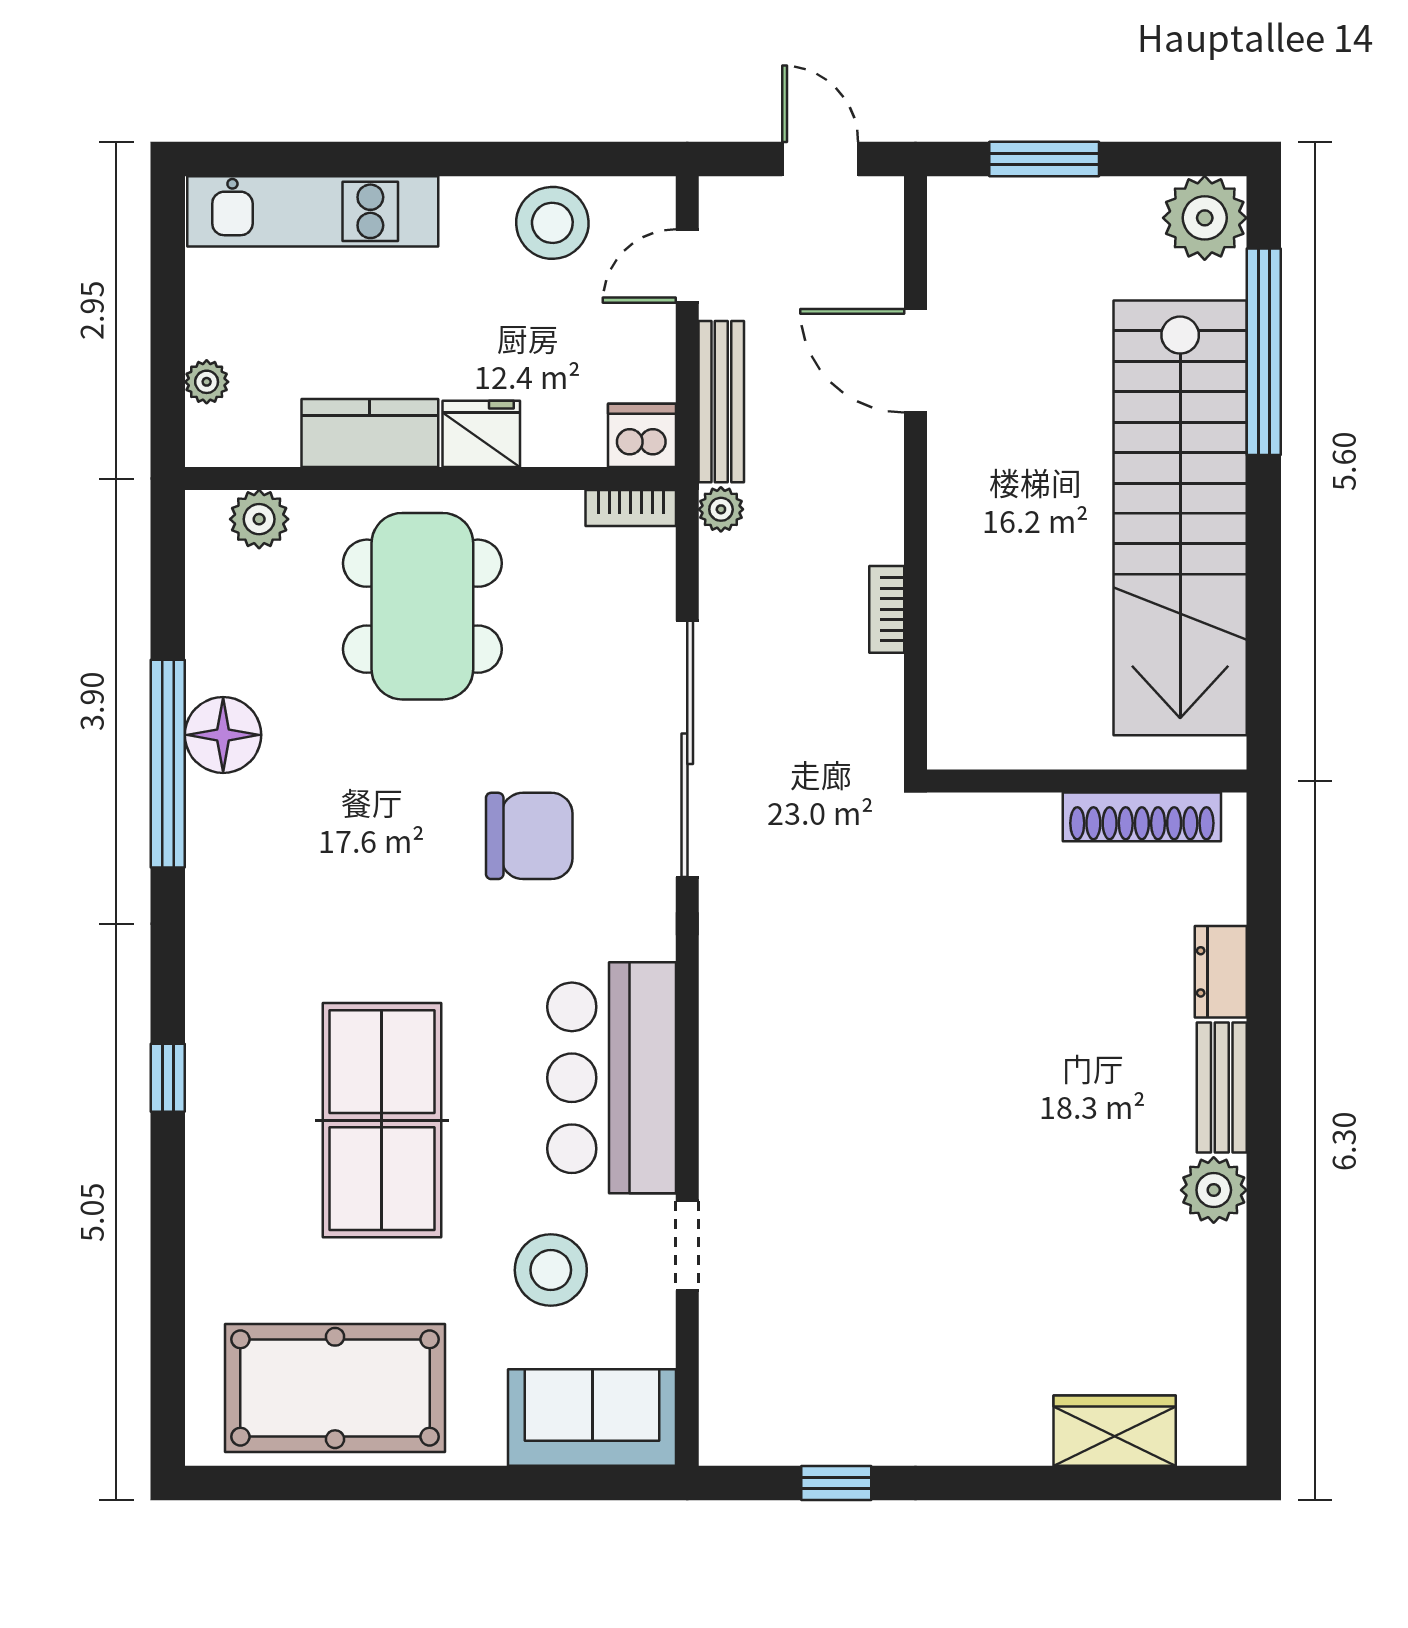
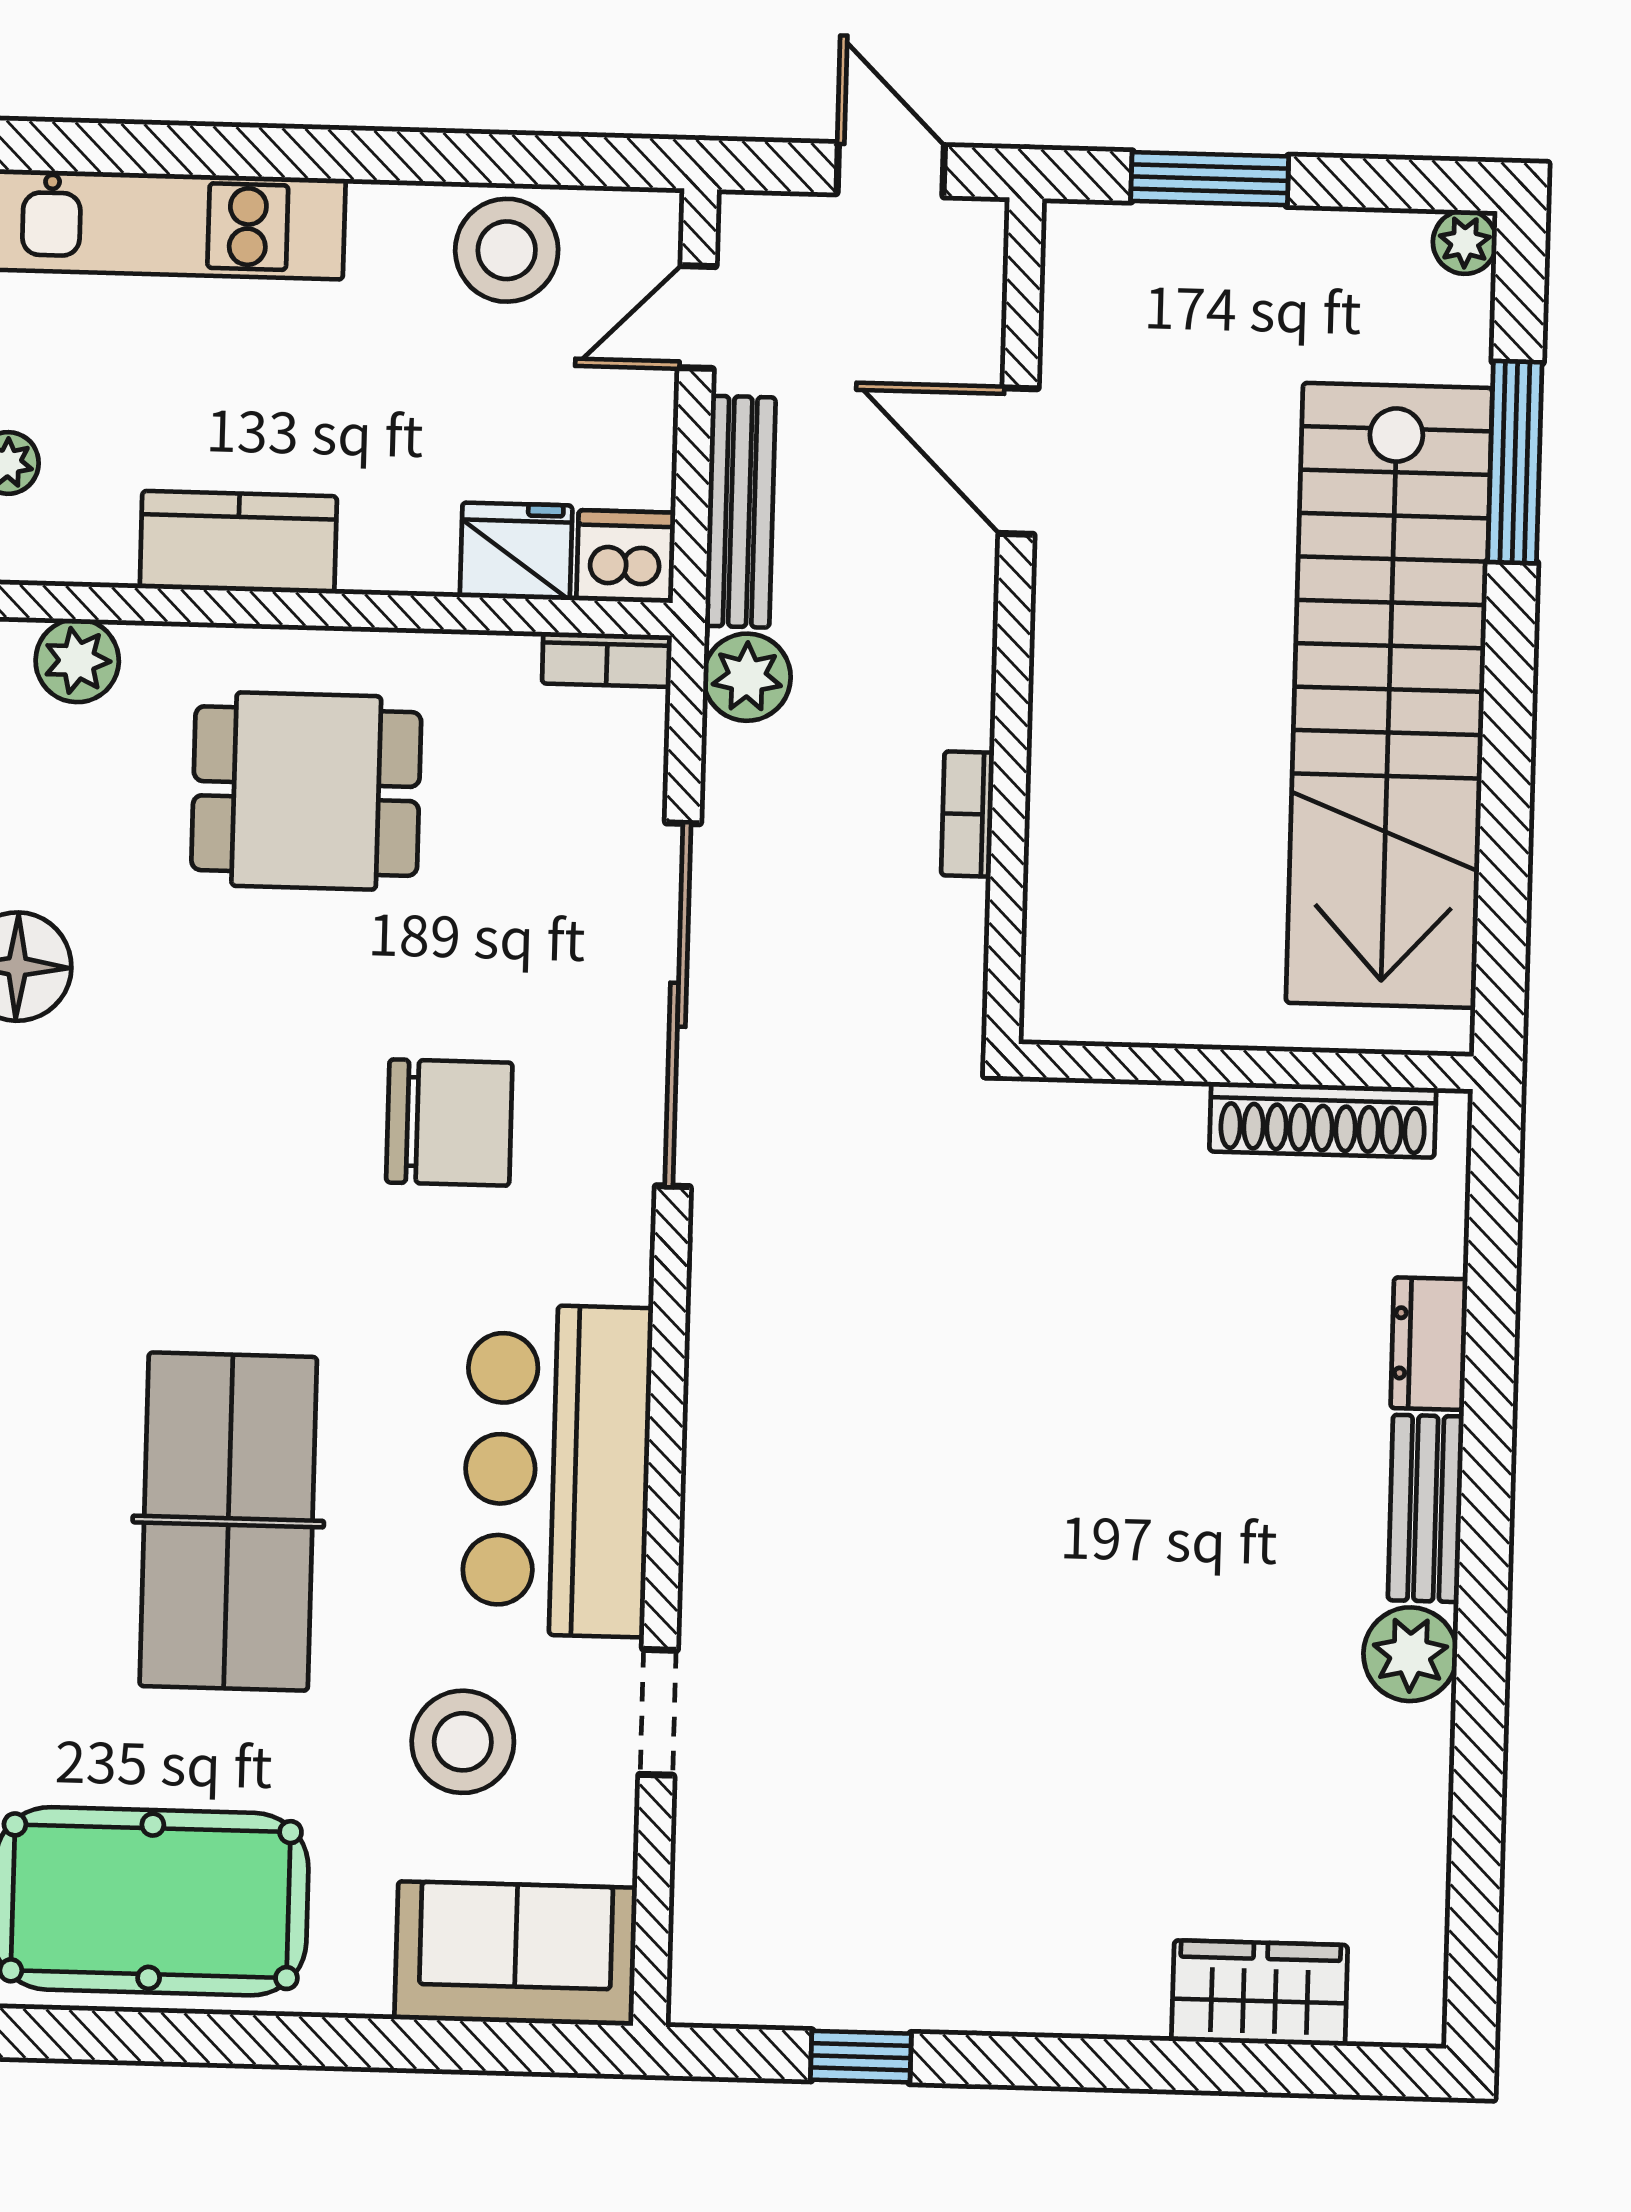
plant: (1205, 218) -> (1465, 242), width x0.53, depth x0.53
window: (1264, 352) -> (1515, 462), width x0.68
fridge: (481, 434) -> (516, 551), moved
plant: (721, 509) -> (747, 677), width x1.38, depth x1.38
dining table: (422, 606) -> (306, 791), width x0.73

